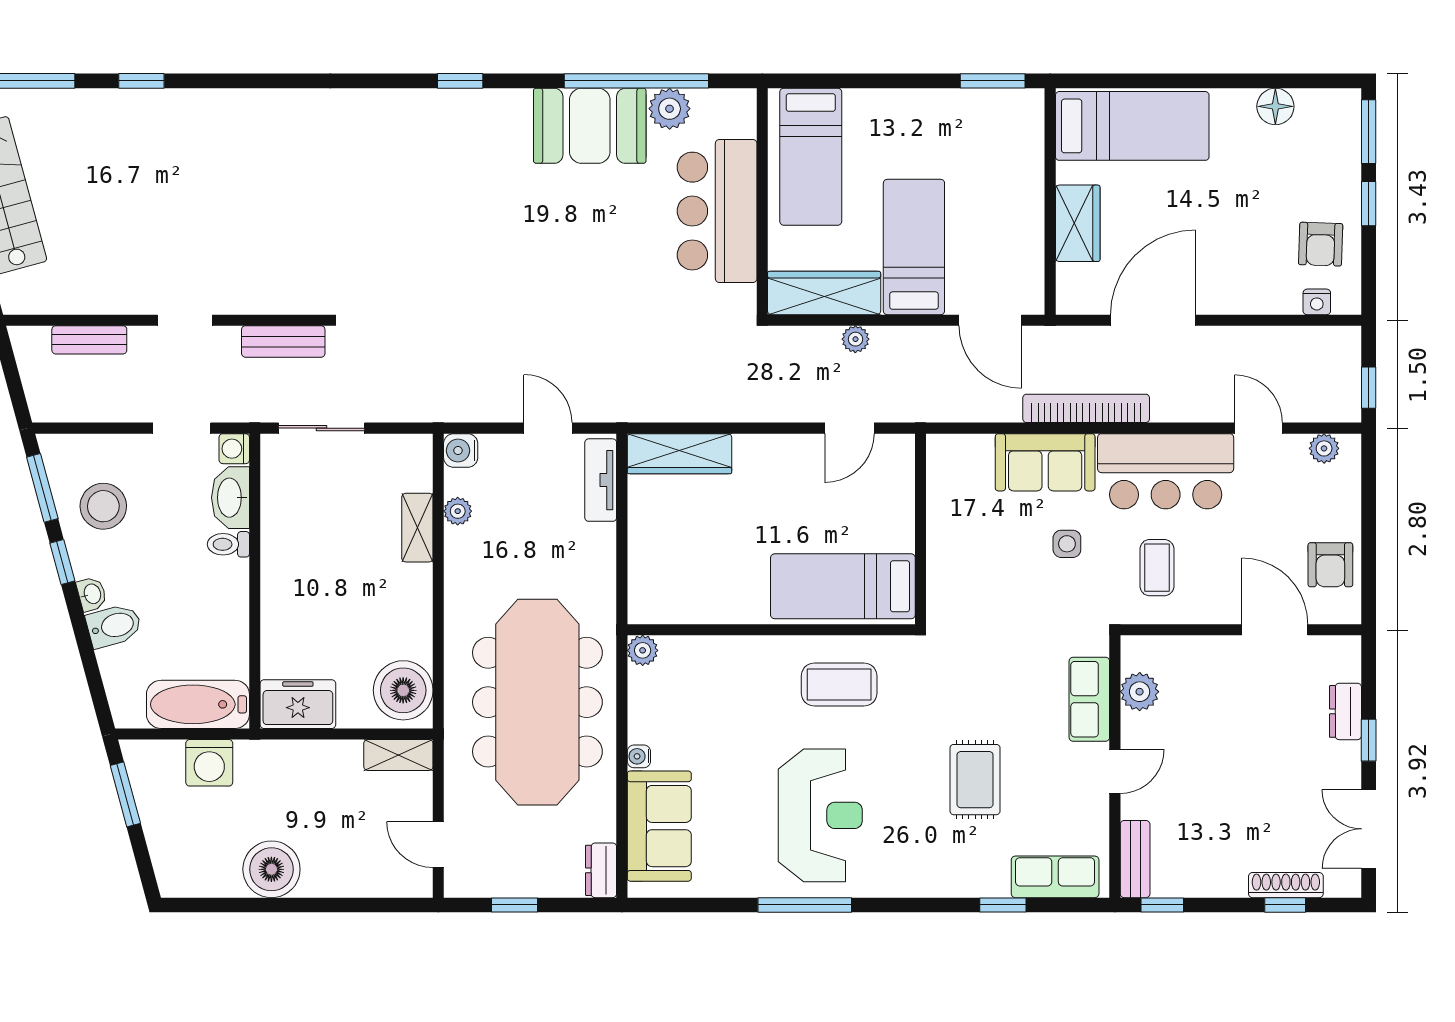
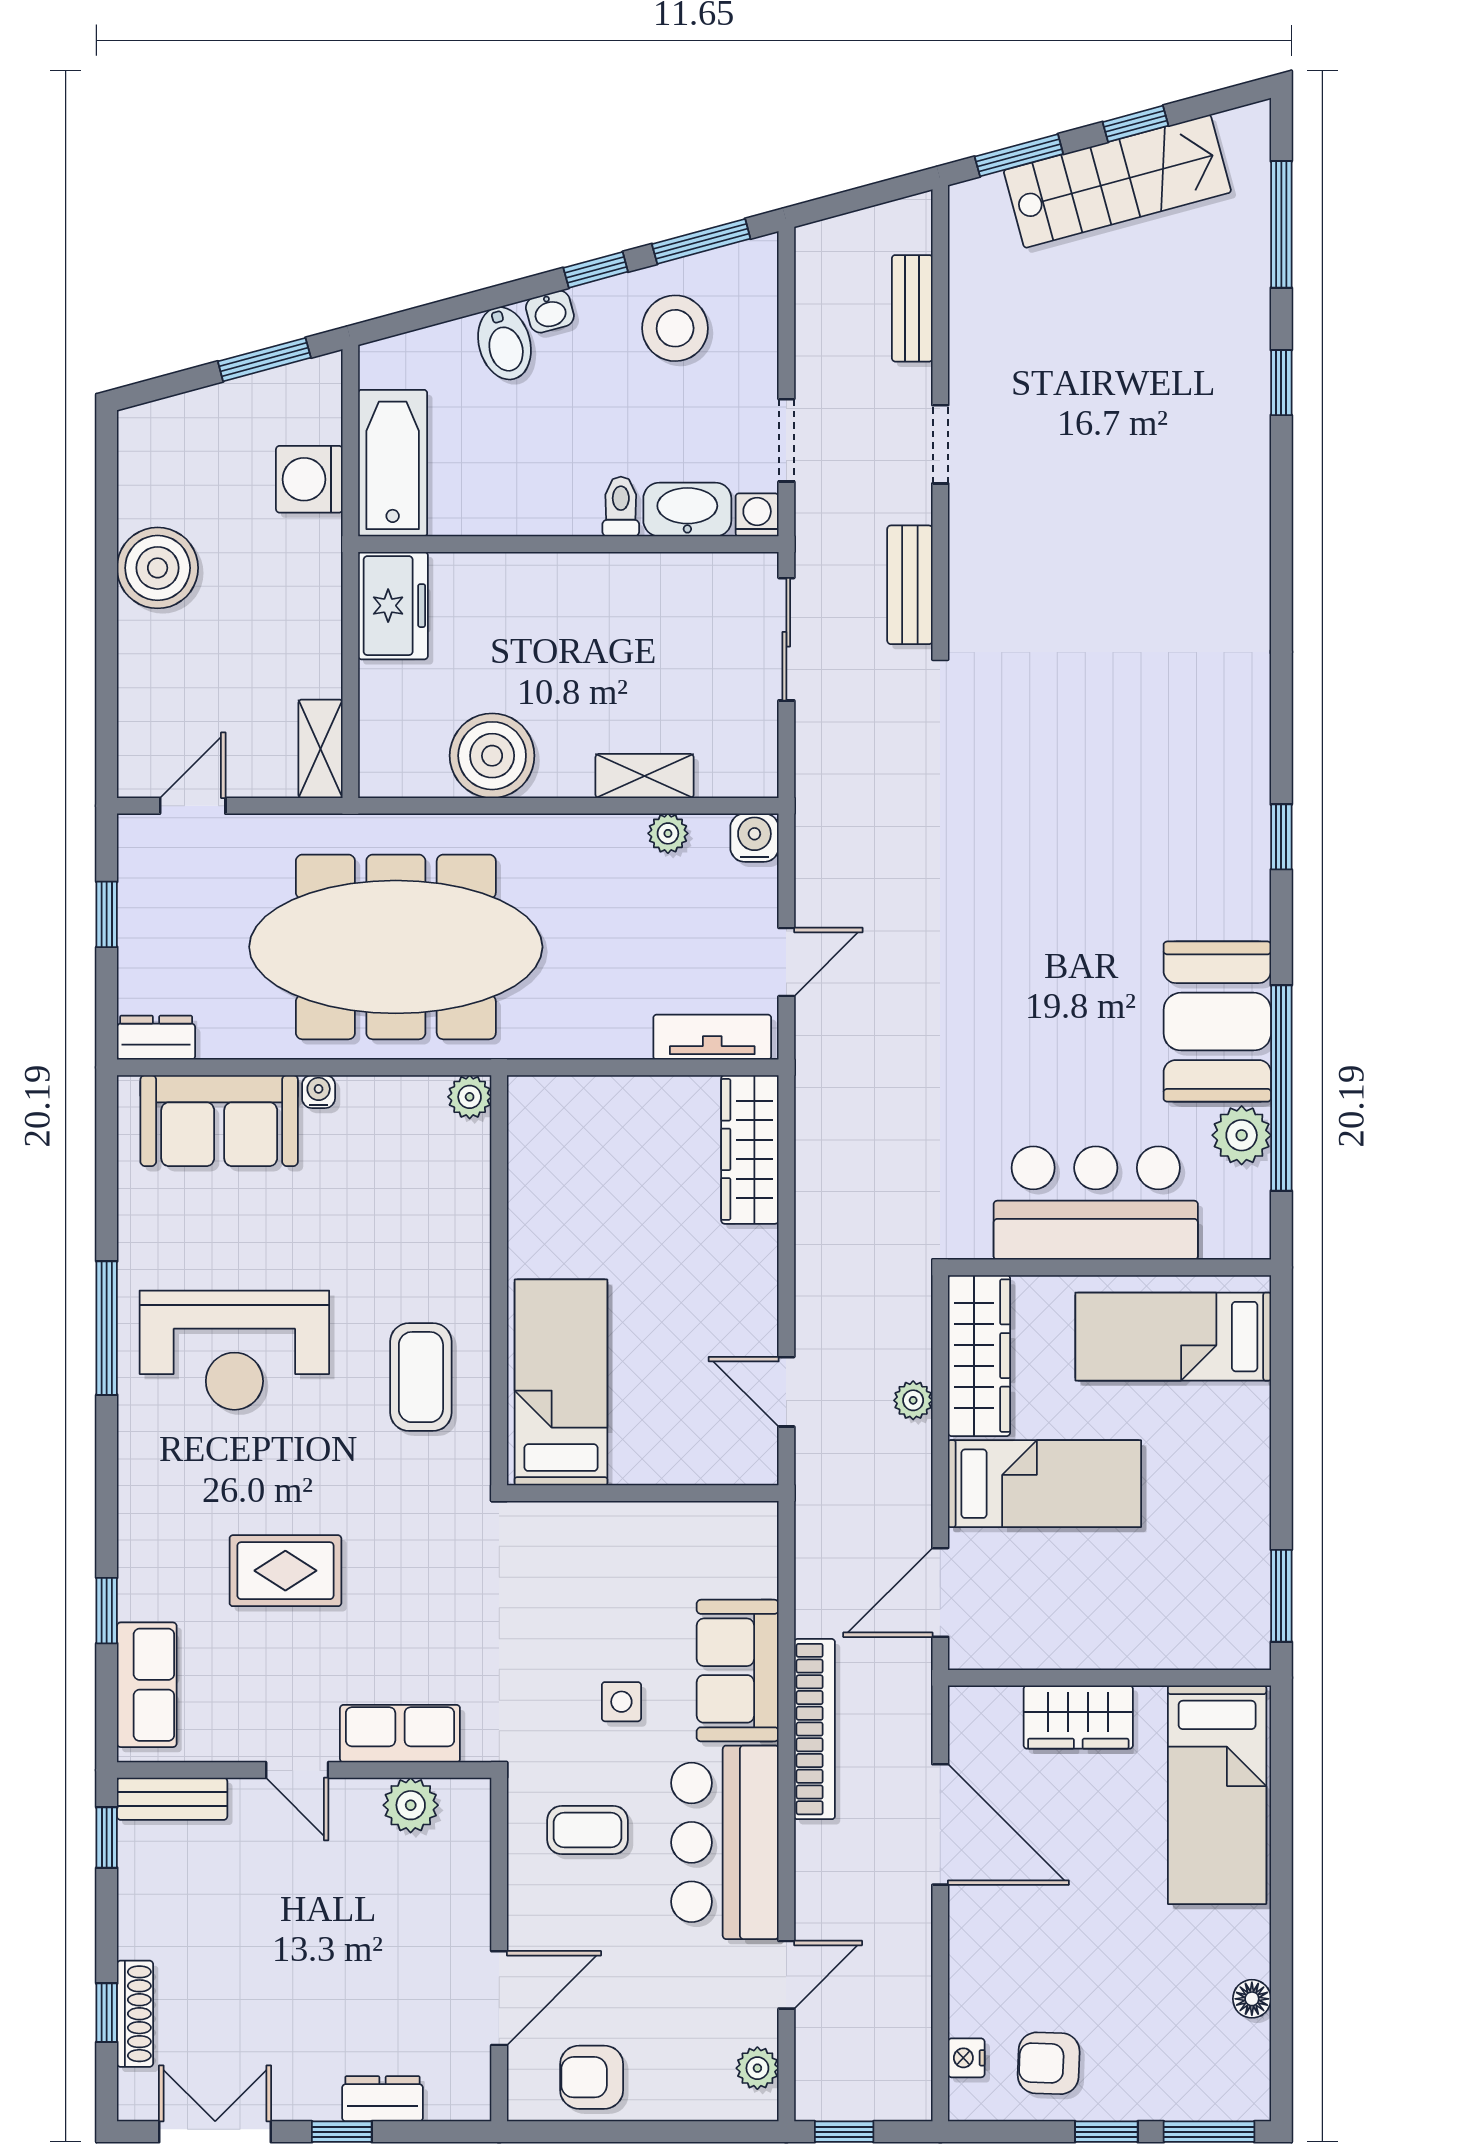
floor lamp: (1275, 106) -> (1252, 1999), width x0.73, depth x0.73
boiler: (403, 690) -> (492, 756), moved

